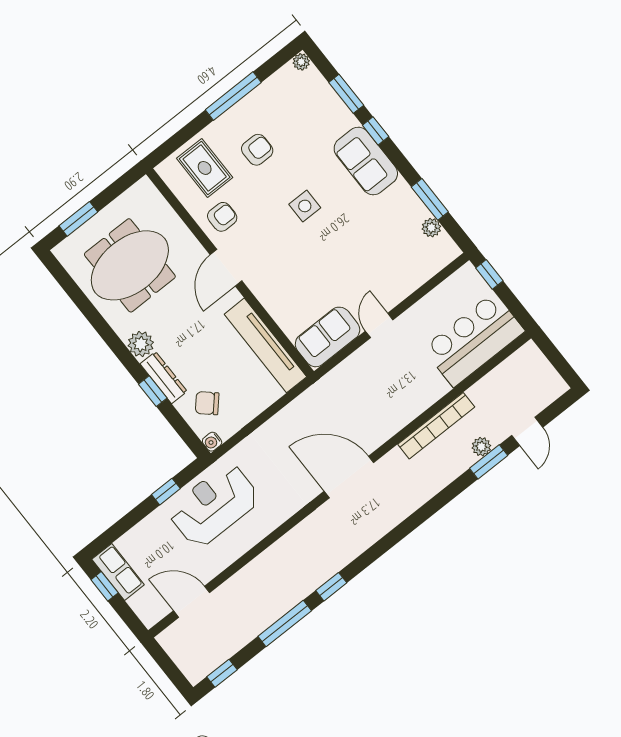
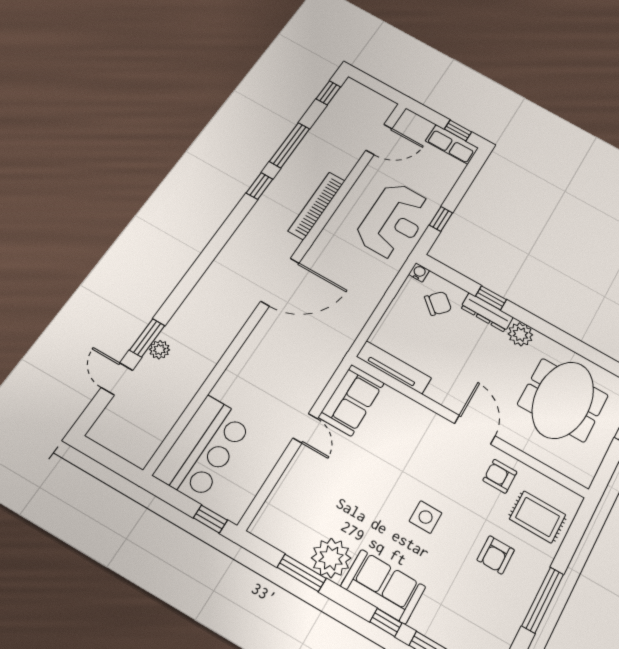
armchair: (222, 217) -> (500, 476), turned 90
plant: (431, 228) -> (331, 558), moved, width x1.87, depth x1.87
tv unit: (265, 345) -> (394, 367), width x0.73, depth x0.78
bookcase: (436, 426) -> (317, 206), moved

